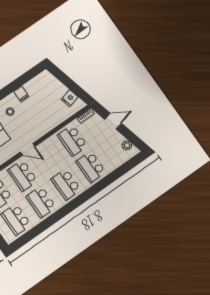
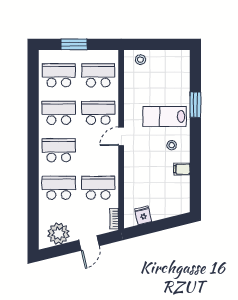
plant: (127, 145) -> (59, 234), width x1.87, depth x1.87

